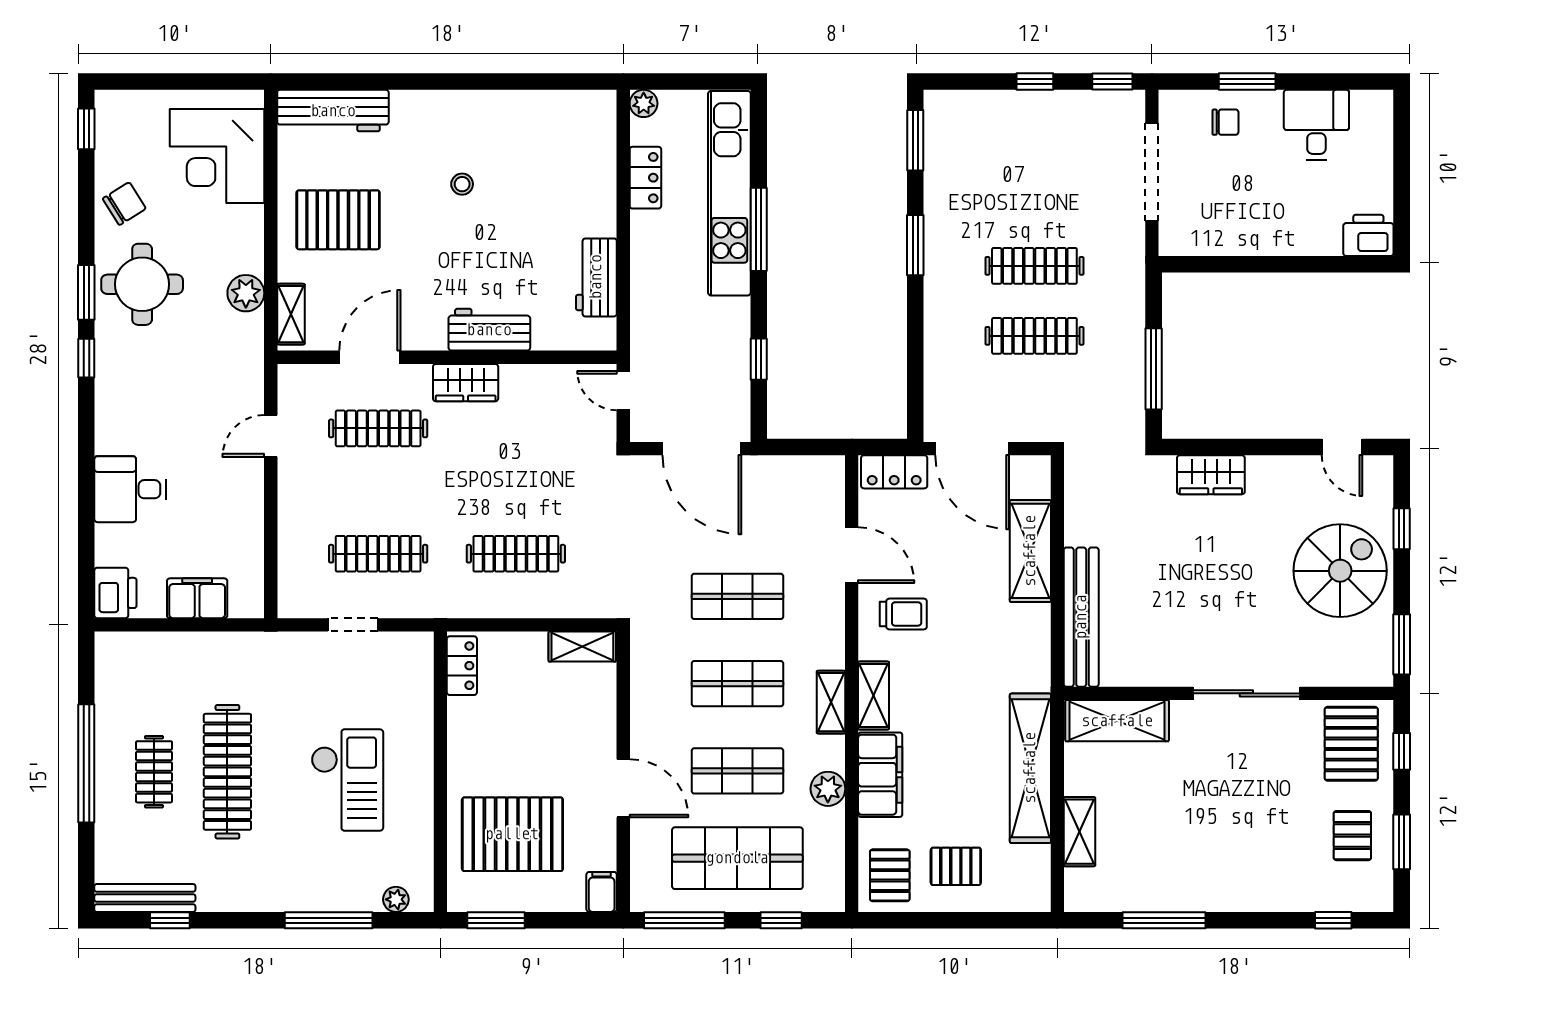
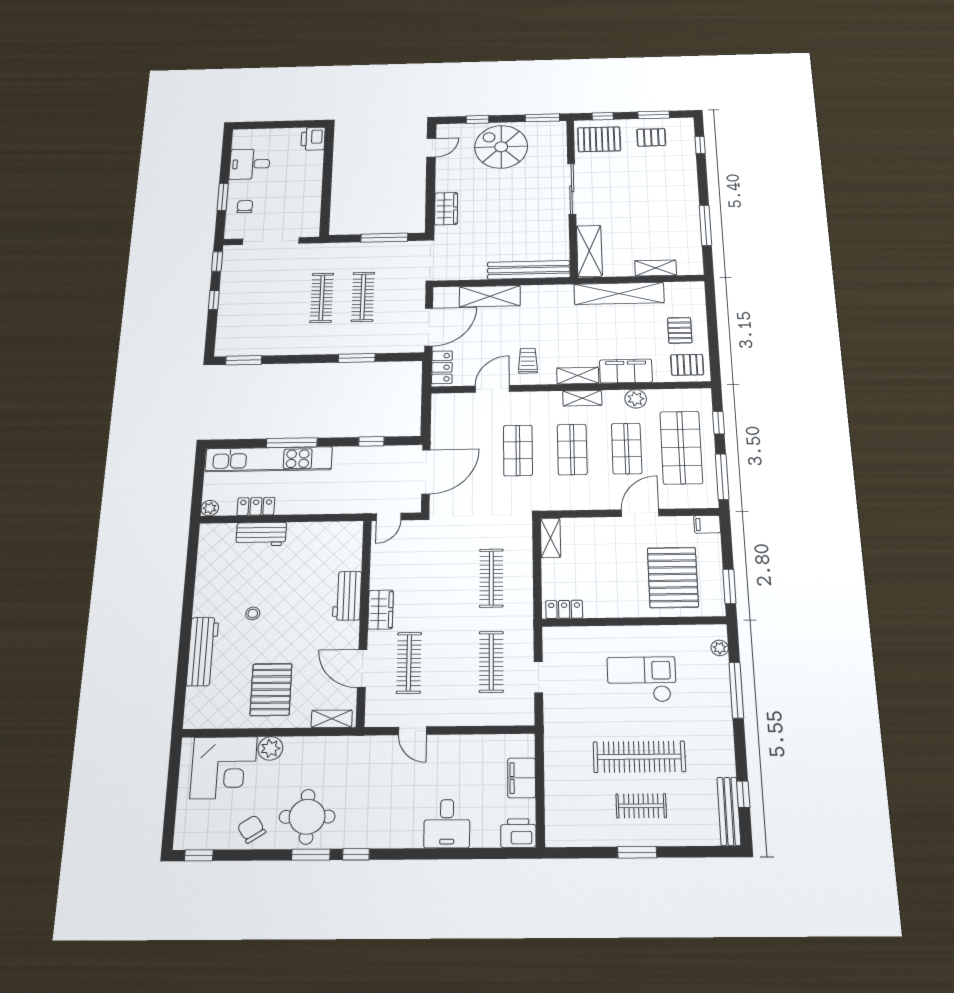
workbench: (333, 111) -> (203, 651), moved
window: (915, 245) -> (357, 358), moved
workbench: (596, 277) -> (261, 534), moved
plant: (246, 293) -> (270, 748), moved
window: (86, 763) -> (637, 852), width x0.47

